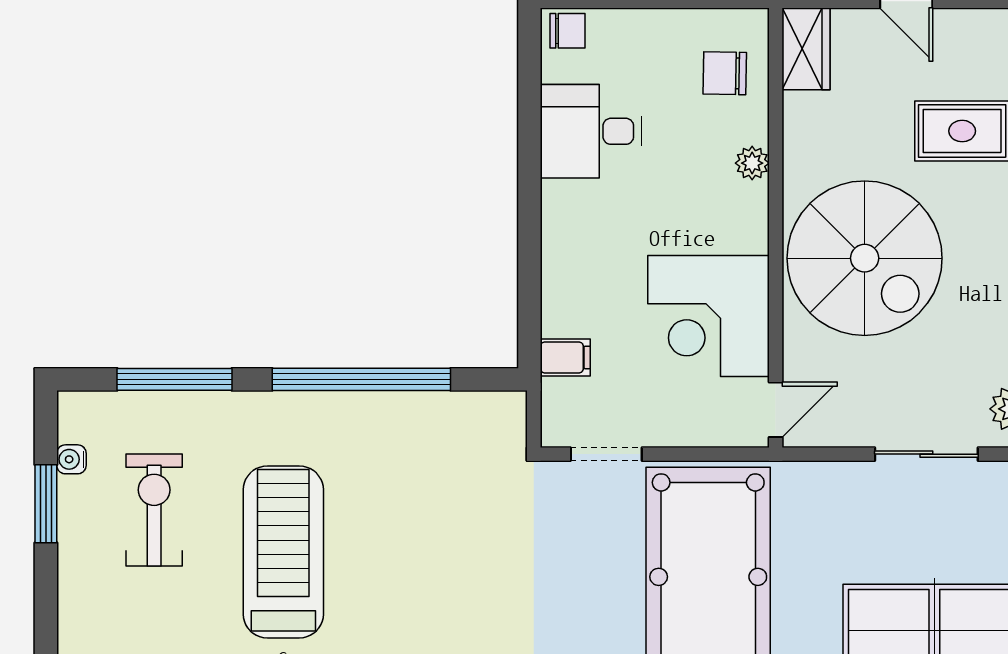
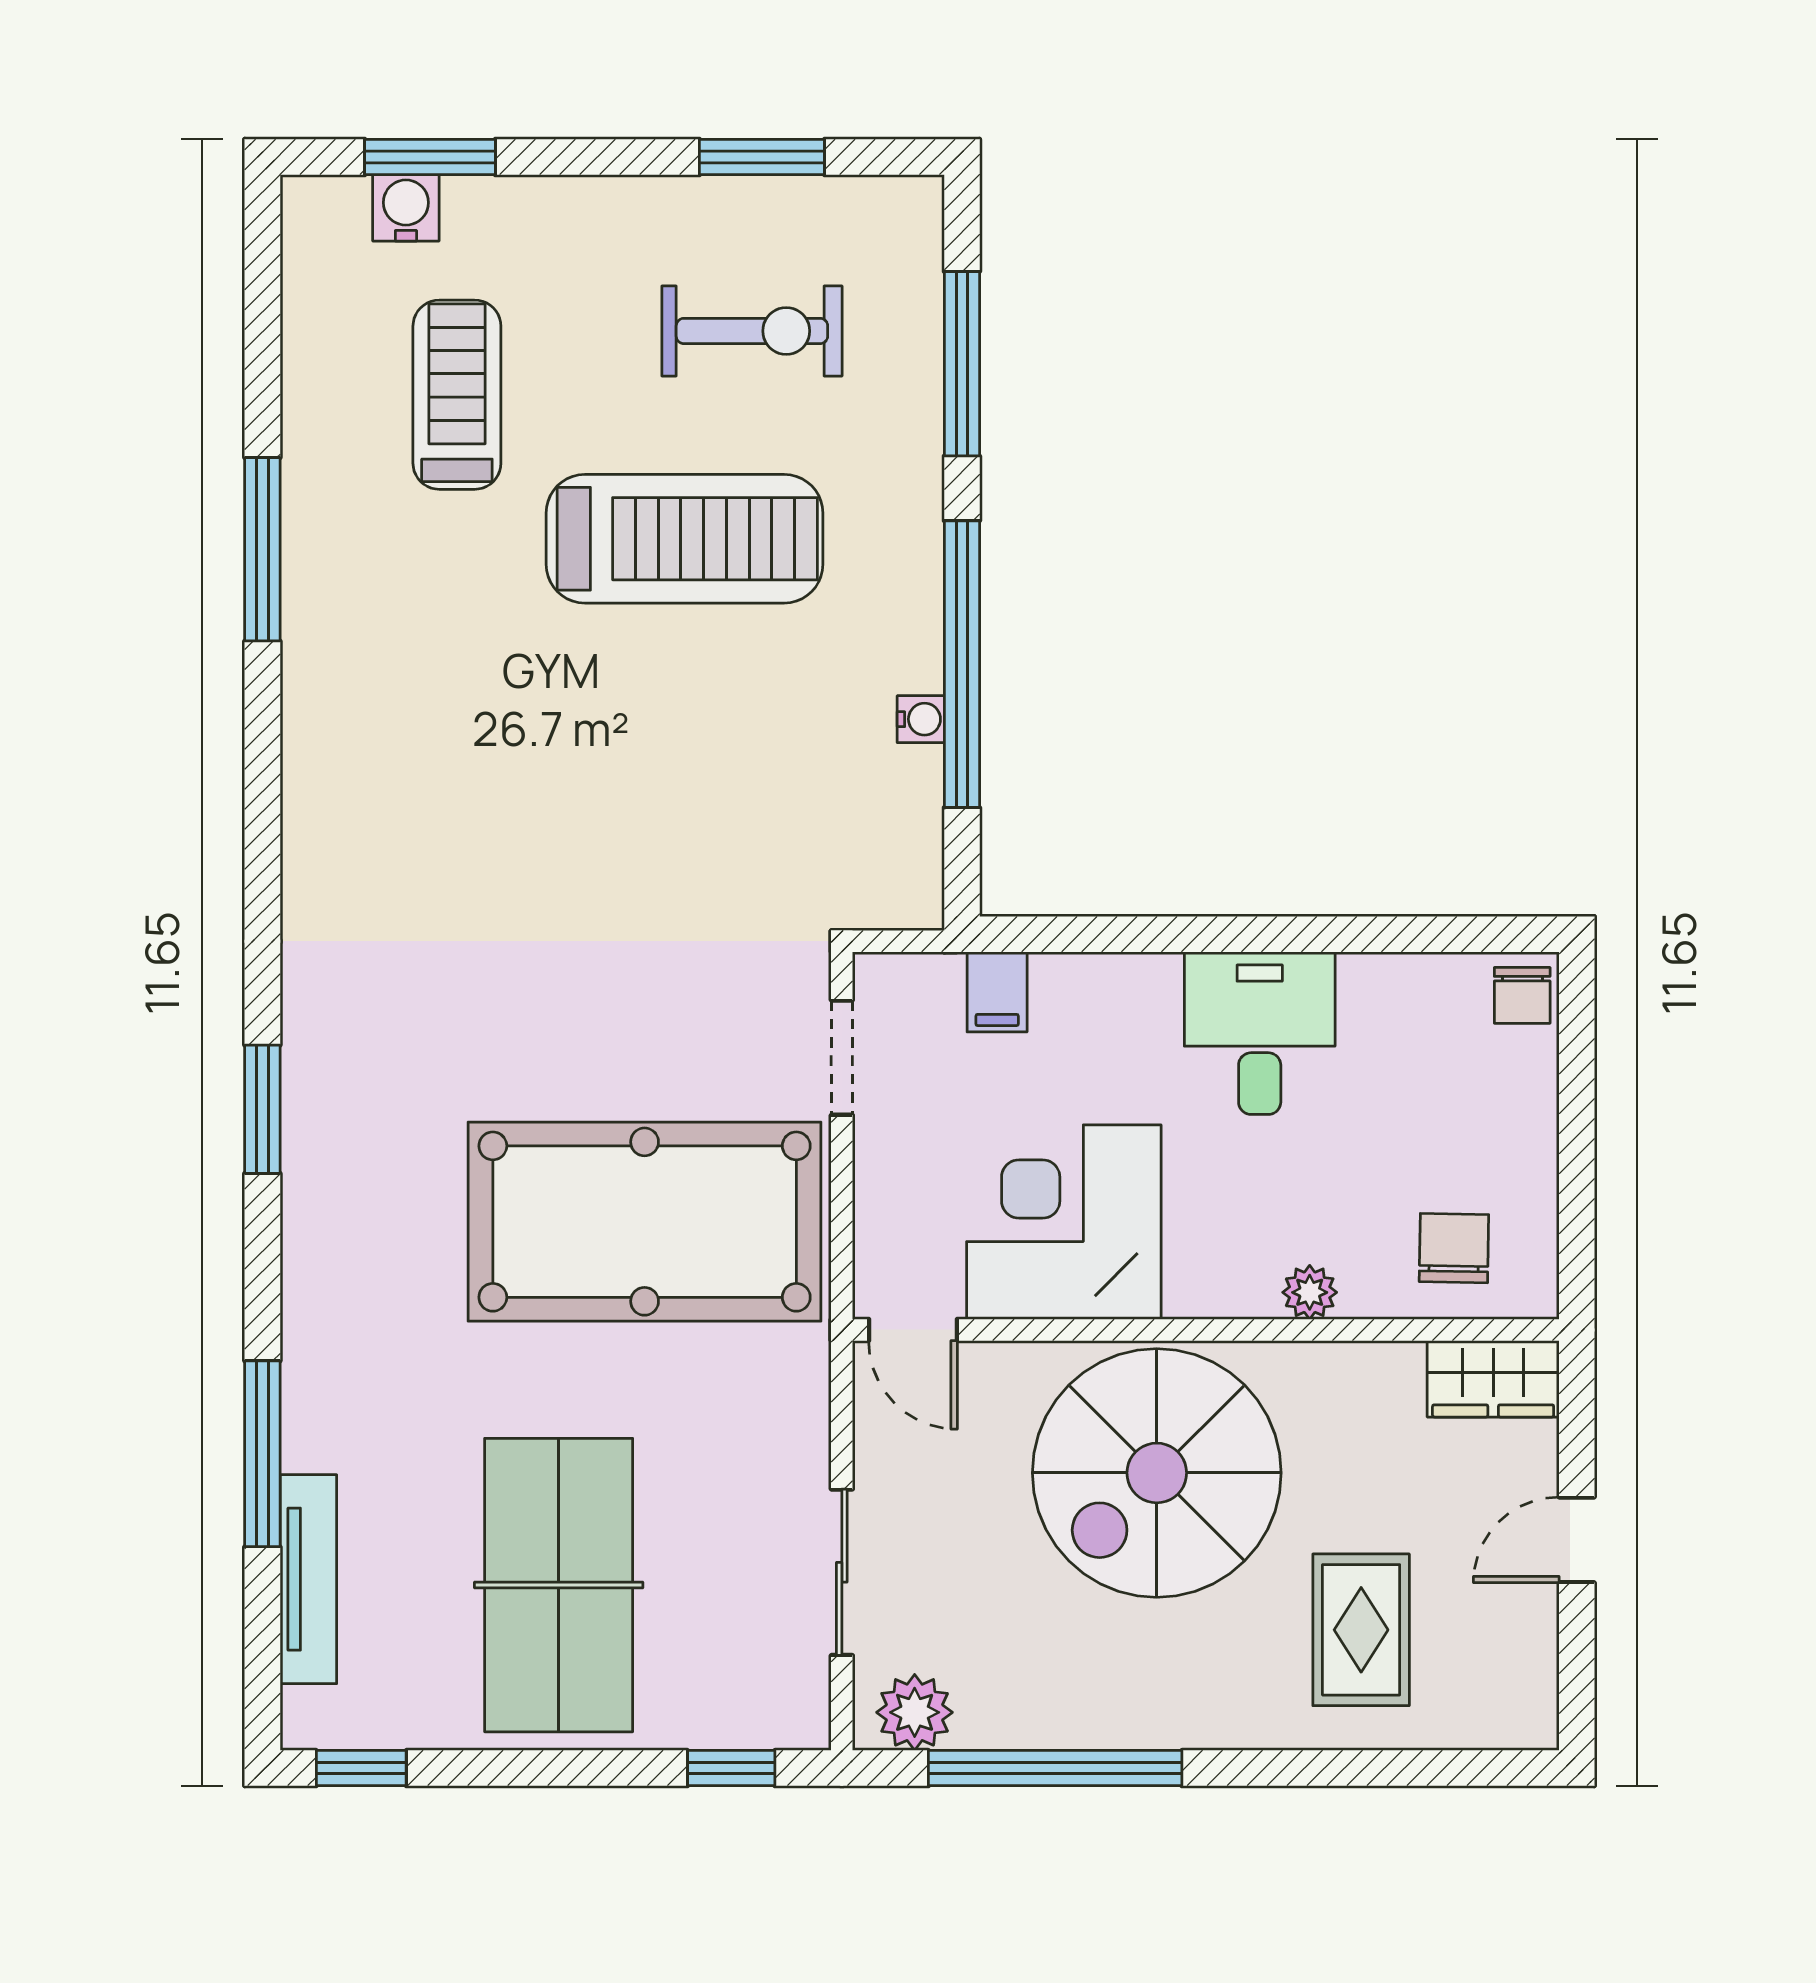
desk: (591, 131) -> (1260, 1033), moved
water cooler: (71, 459) -> (921, 719), moved, turned 90

